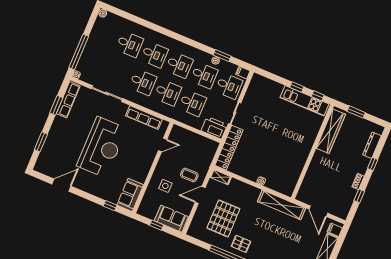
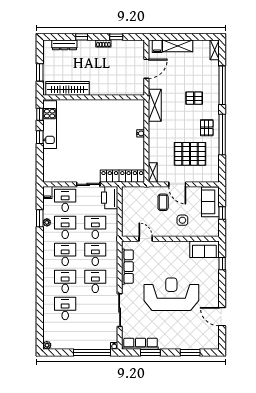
shelving: (282, 205) -> (155, 105), width x0.68
pallet: (273, 244) -> (194, 98), added

